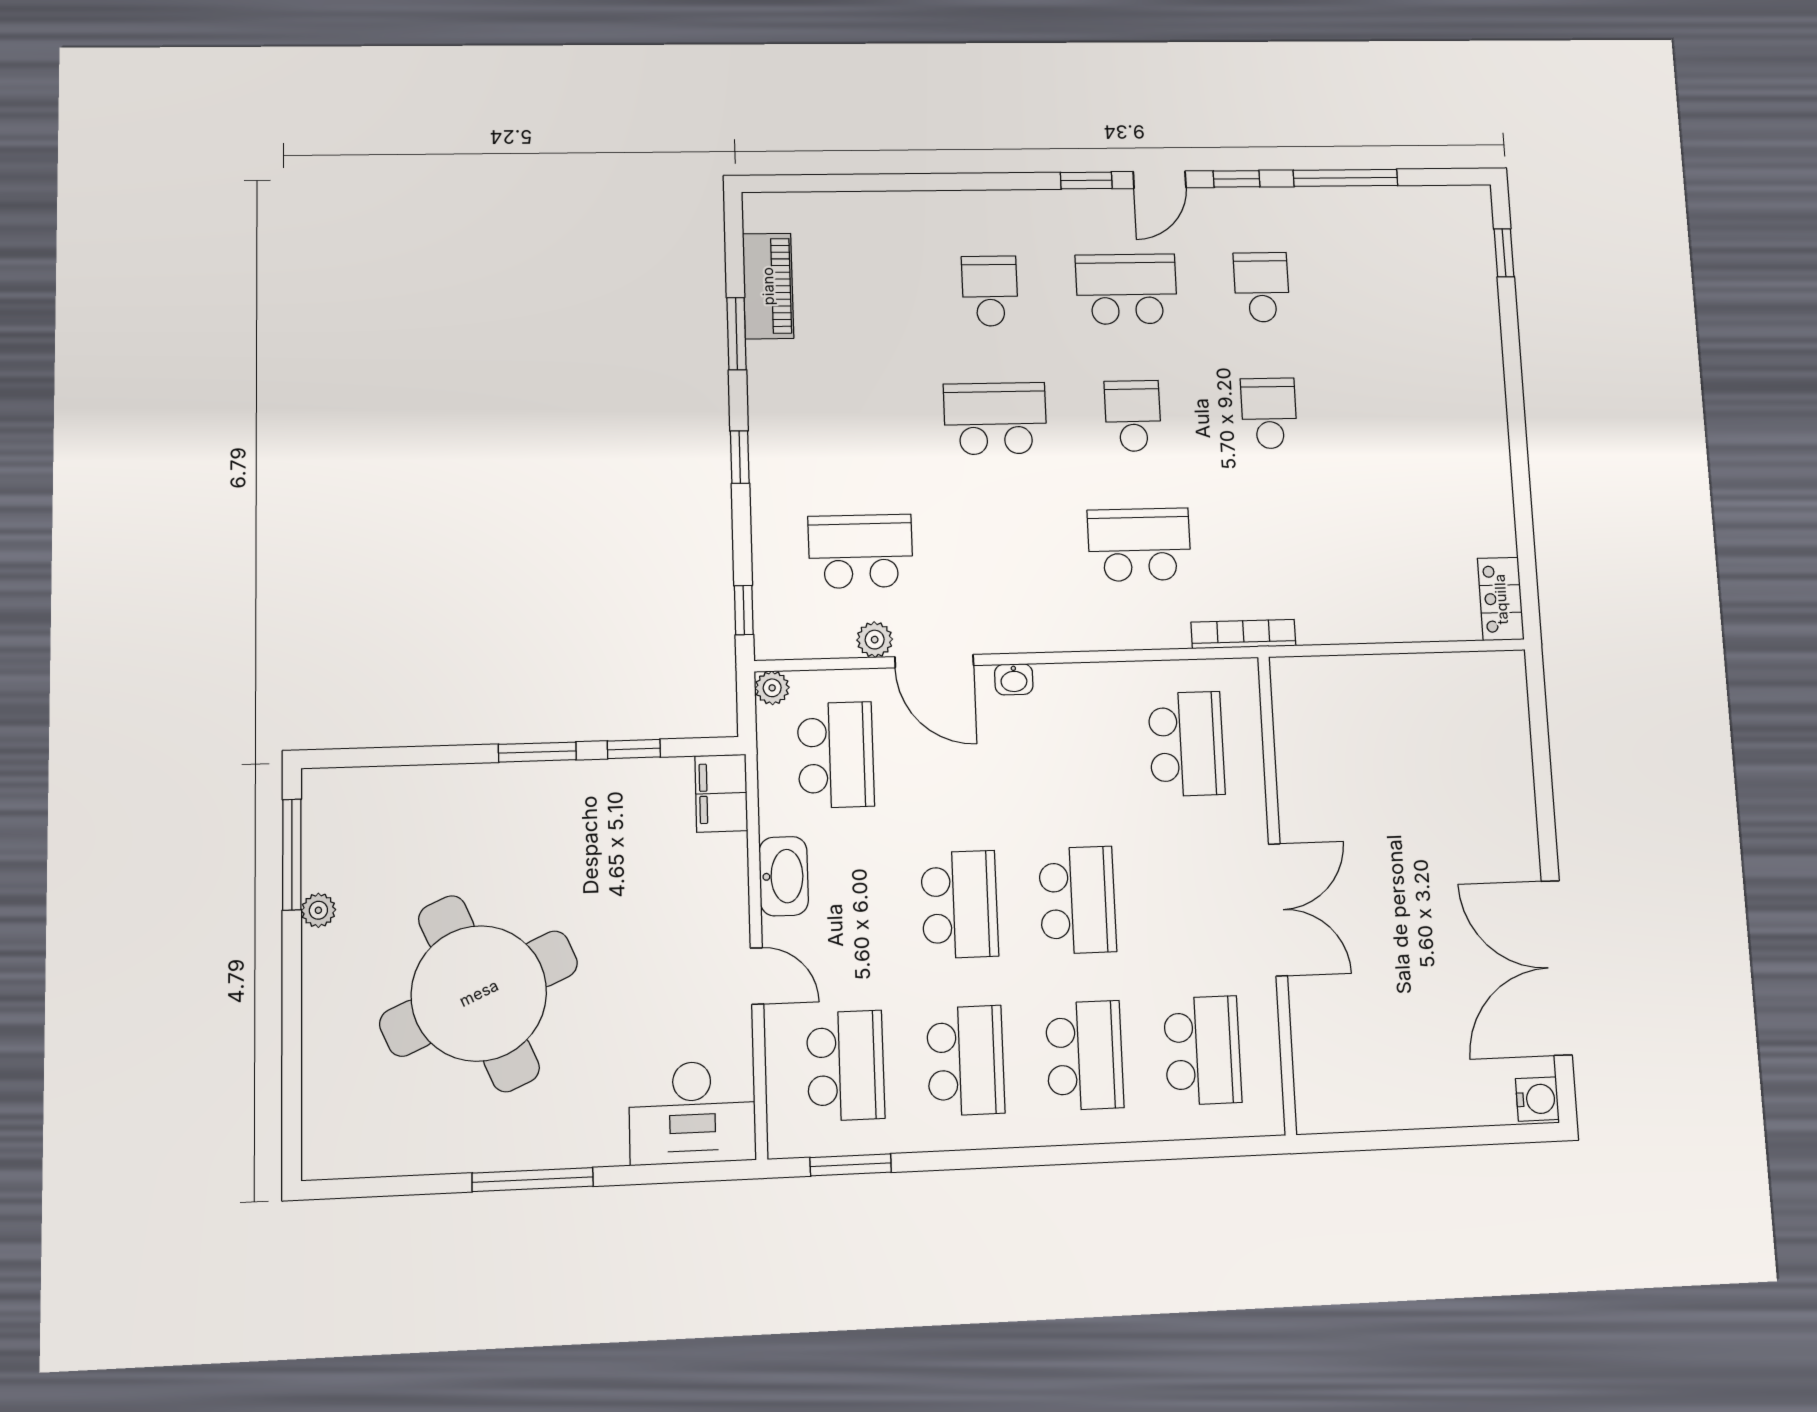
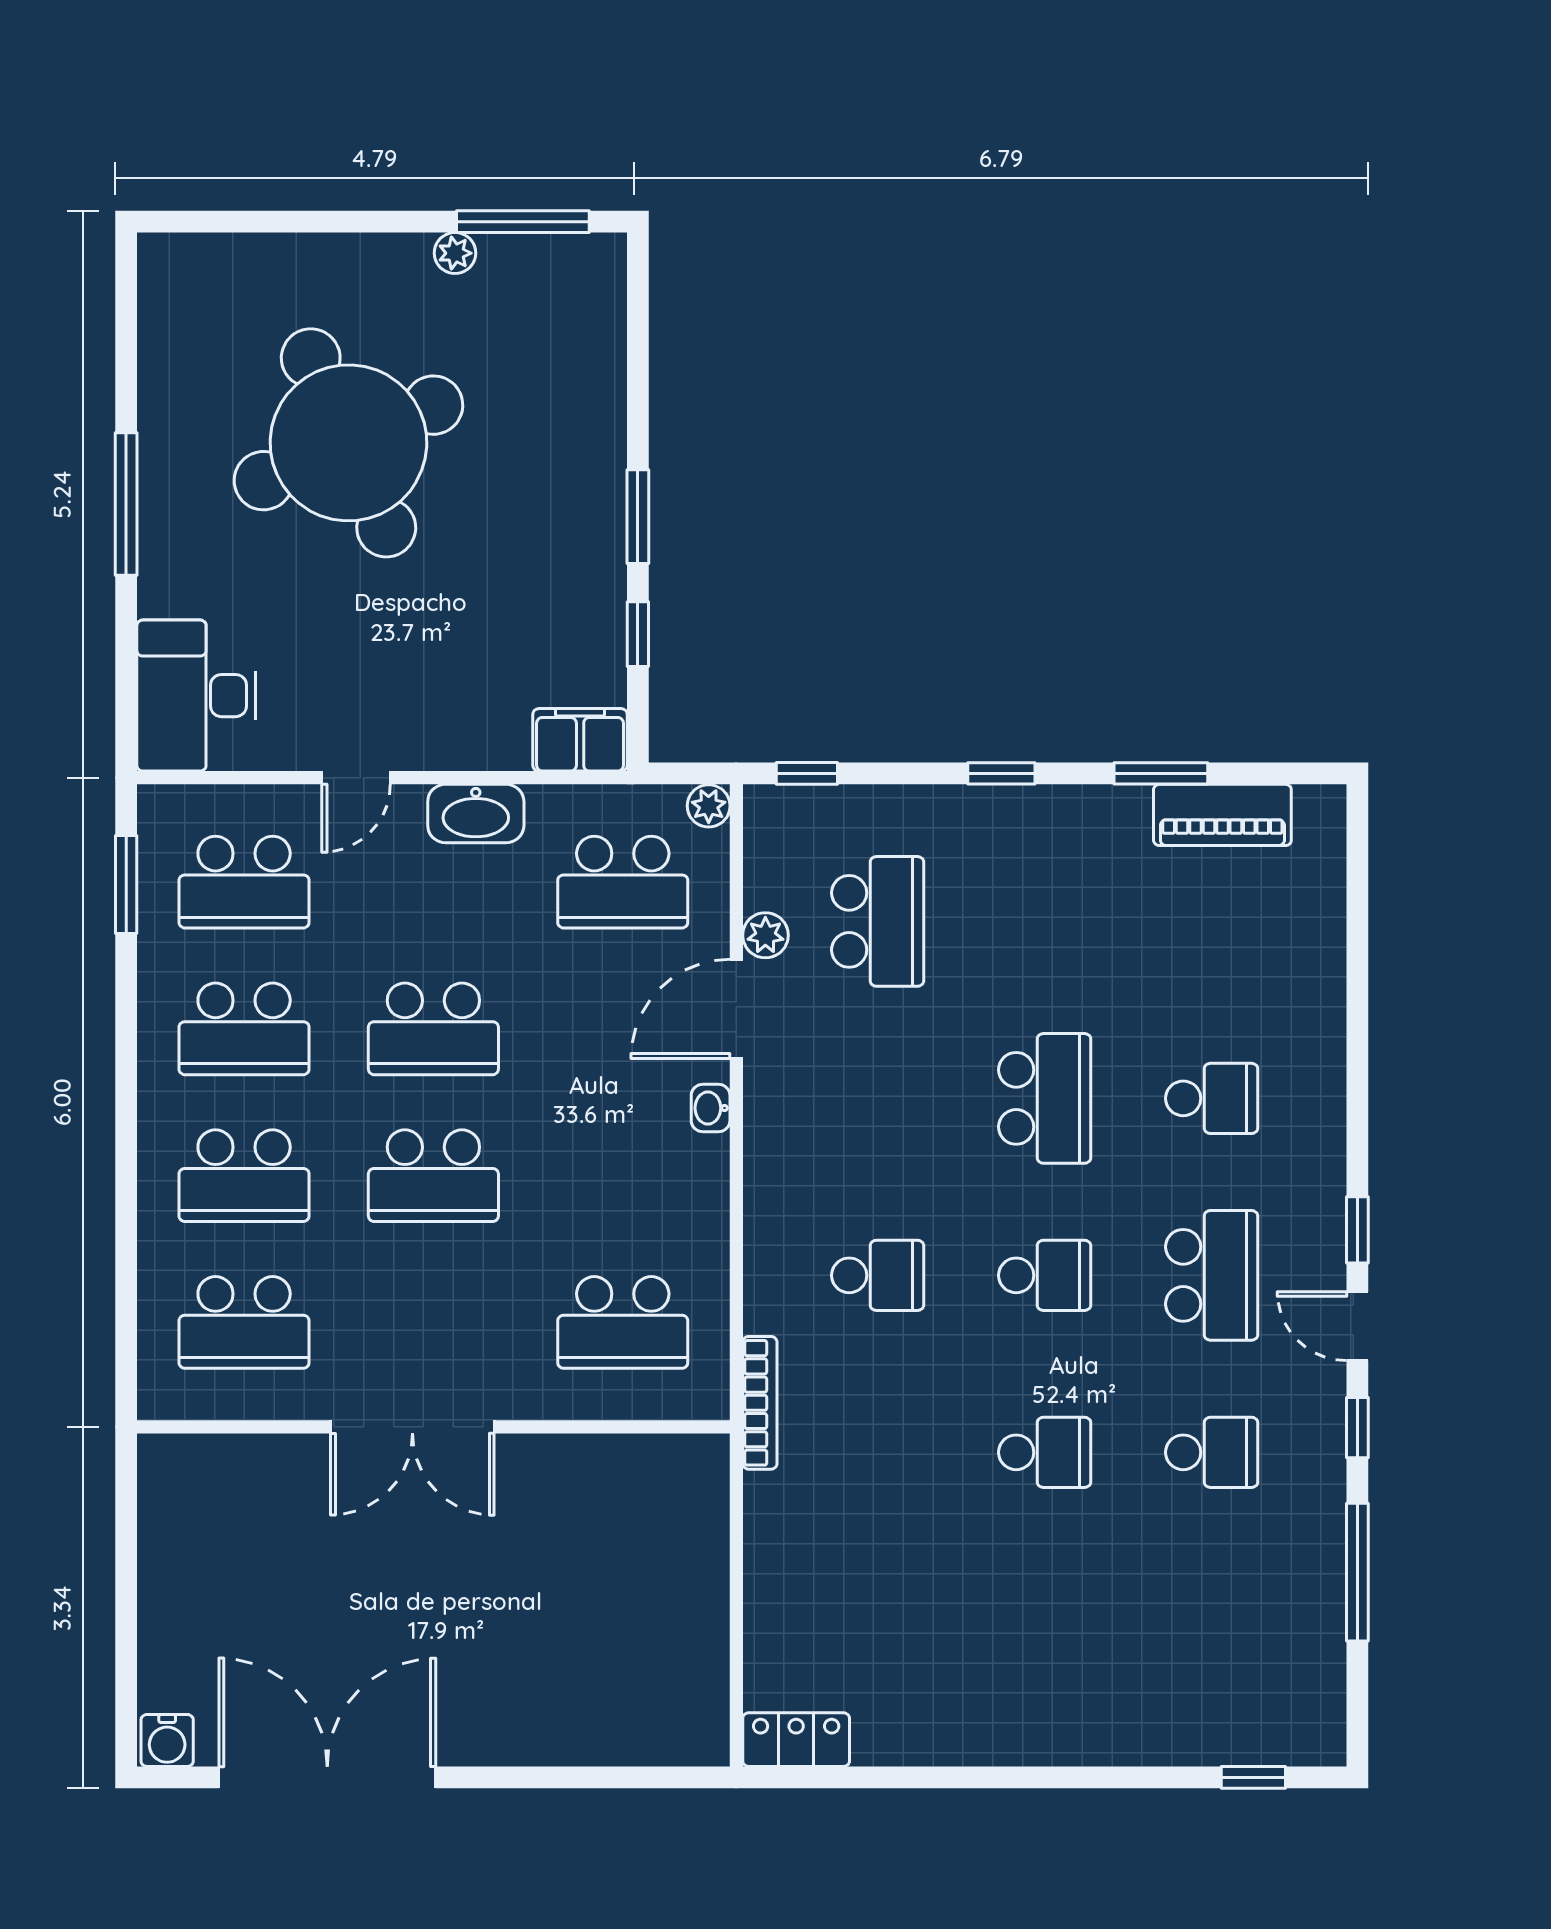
school desk: (1139, 545) -> (878, 1275), width x0.54

